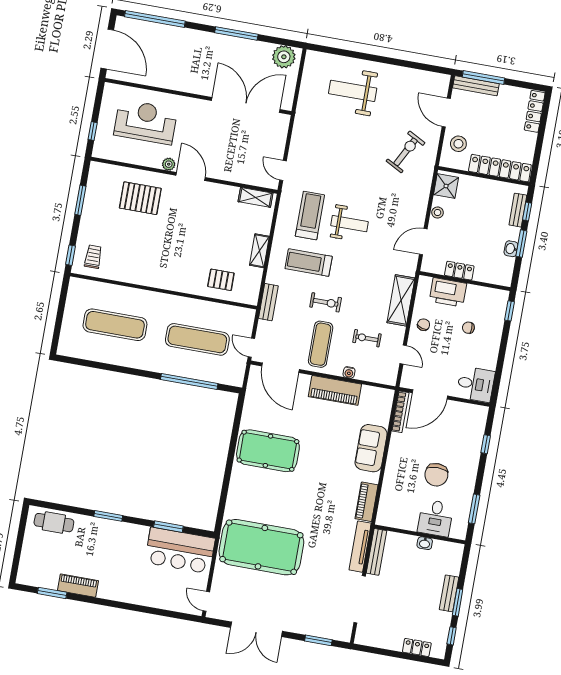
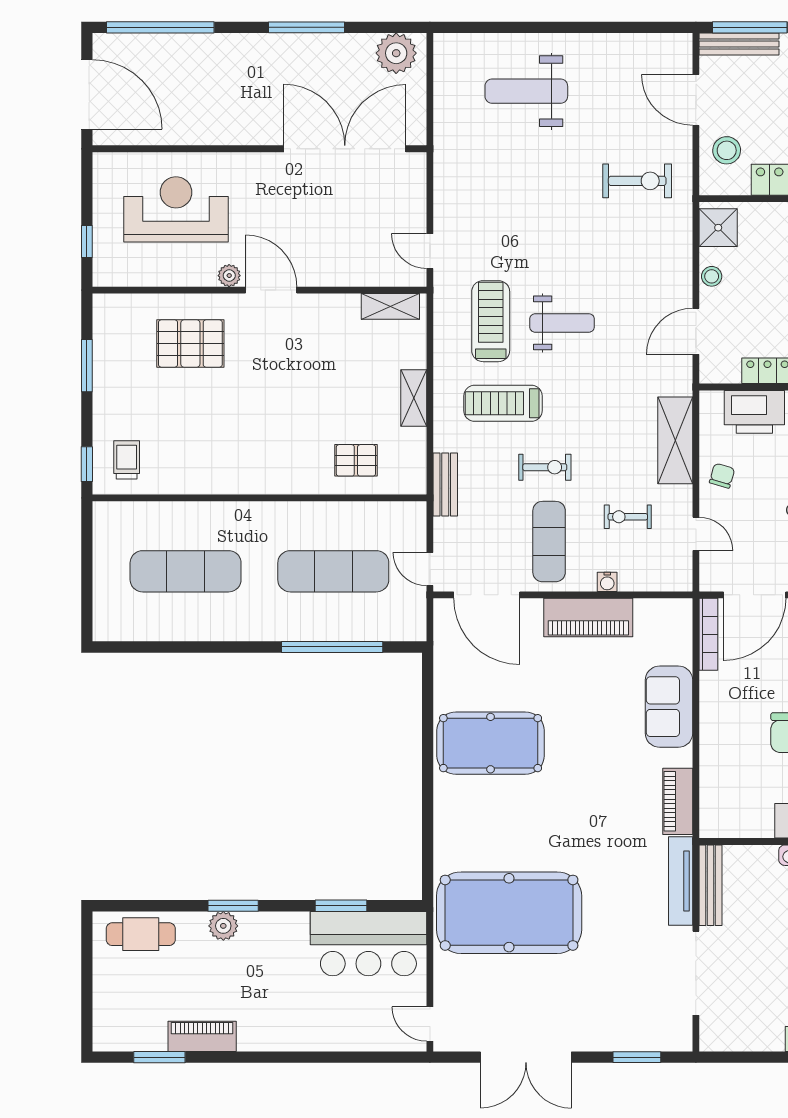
exercise bike: (406, 152) -> (637, 181), turned 62
plant: (101, 526) -> (223, 926), added

